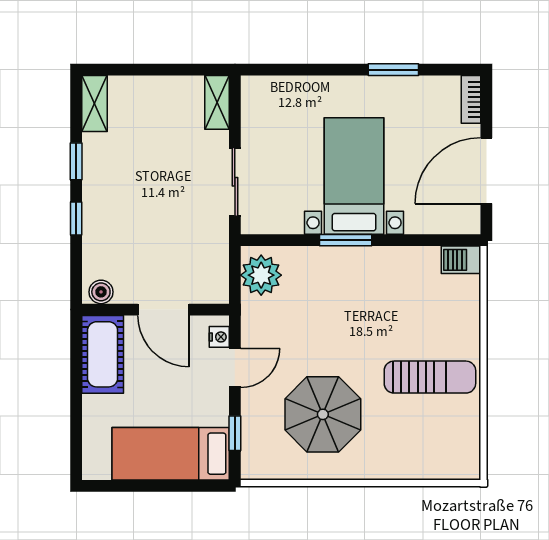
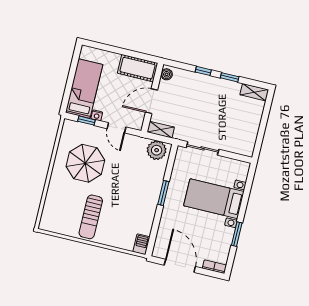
shelving: (217, 102) -> (161, 130), moved
bed with nightstands: (354, 176) -> (214, 199), moved, turned 180
nightstand: (219, 337) -> (97, 115), moved

